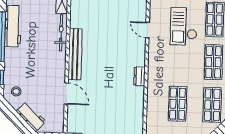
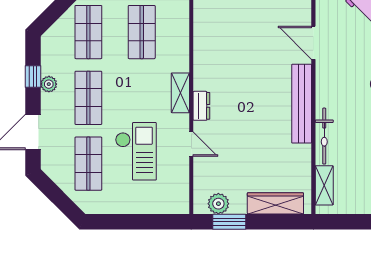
shelving: (154, 64) -> (180, 93), added
dresser: (140, 76) -> (201, 106), moved

